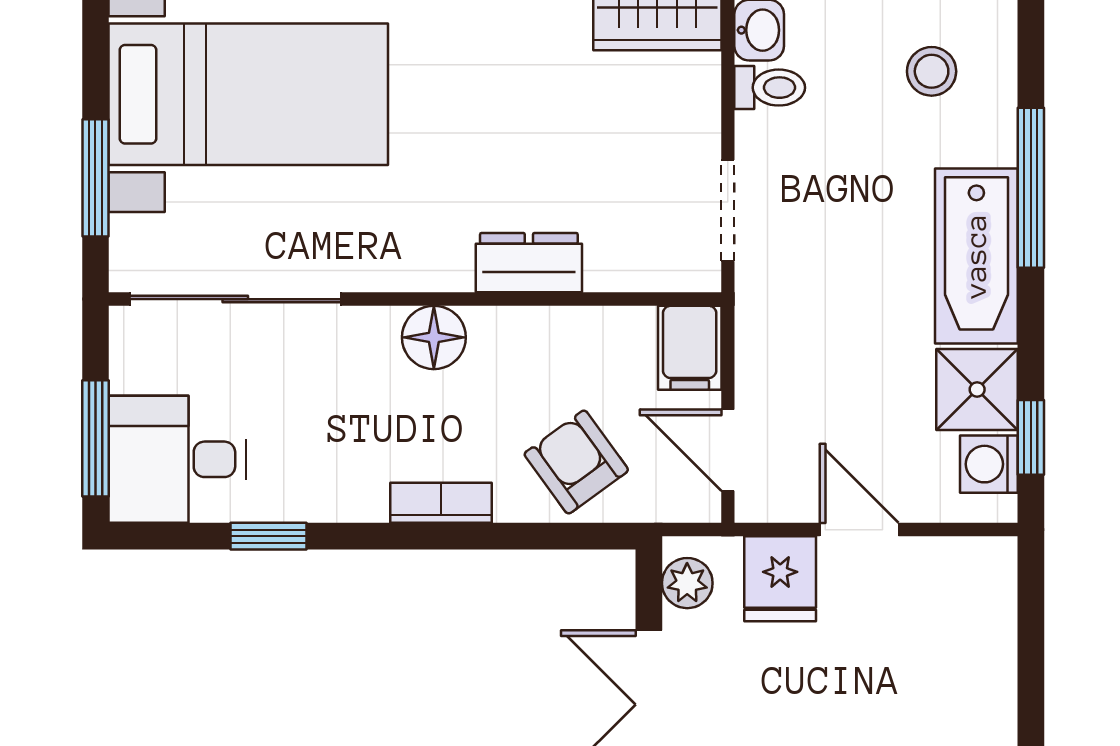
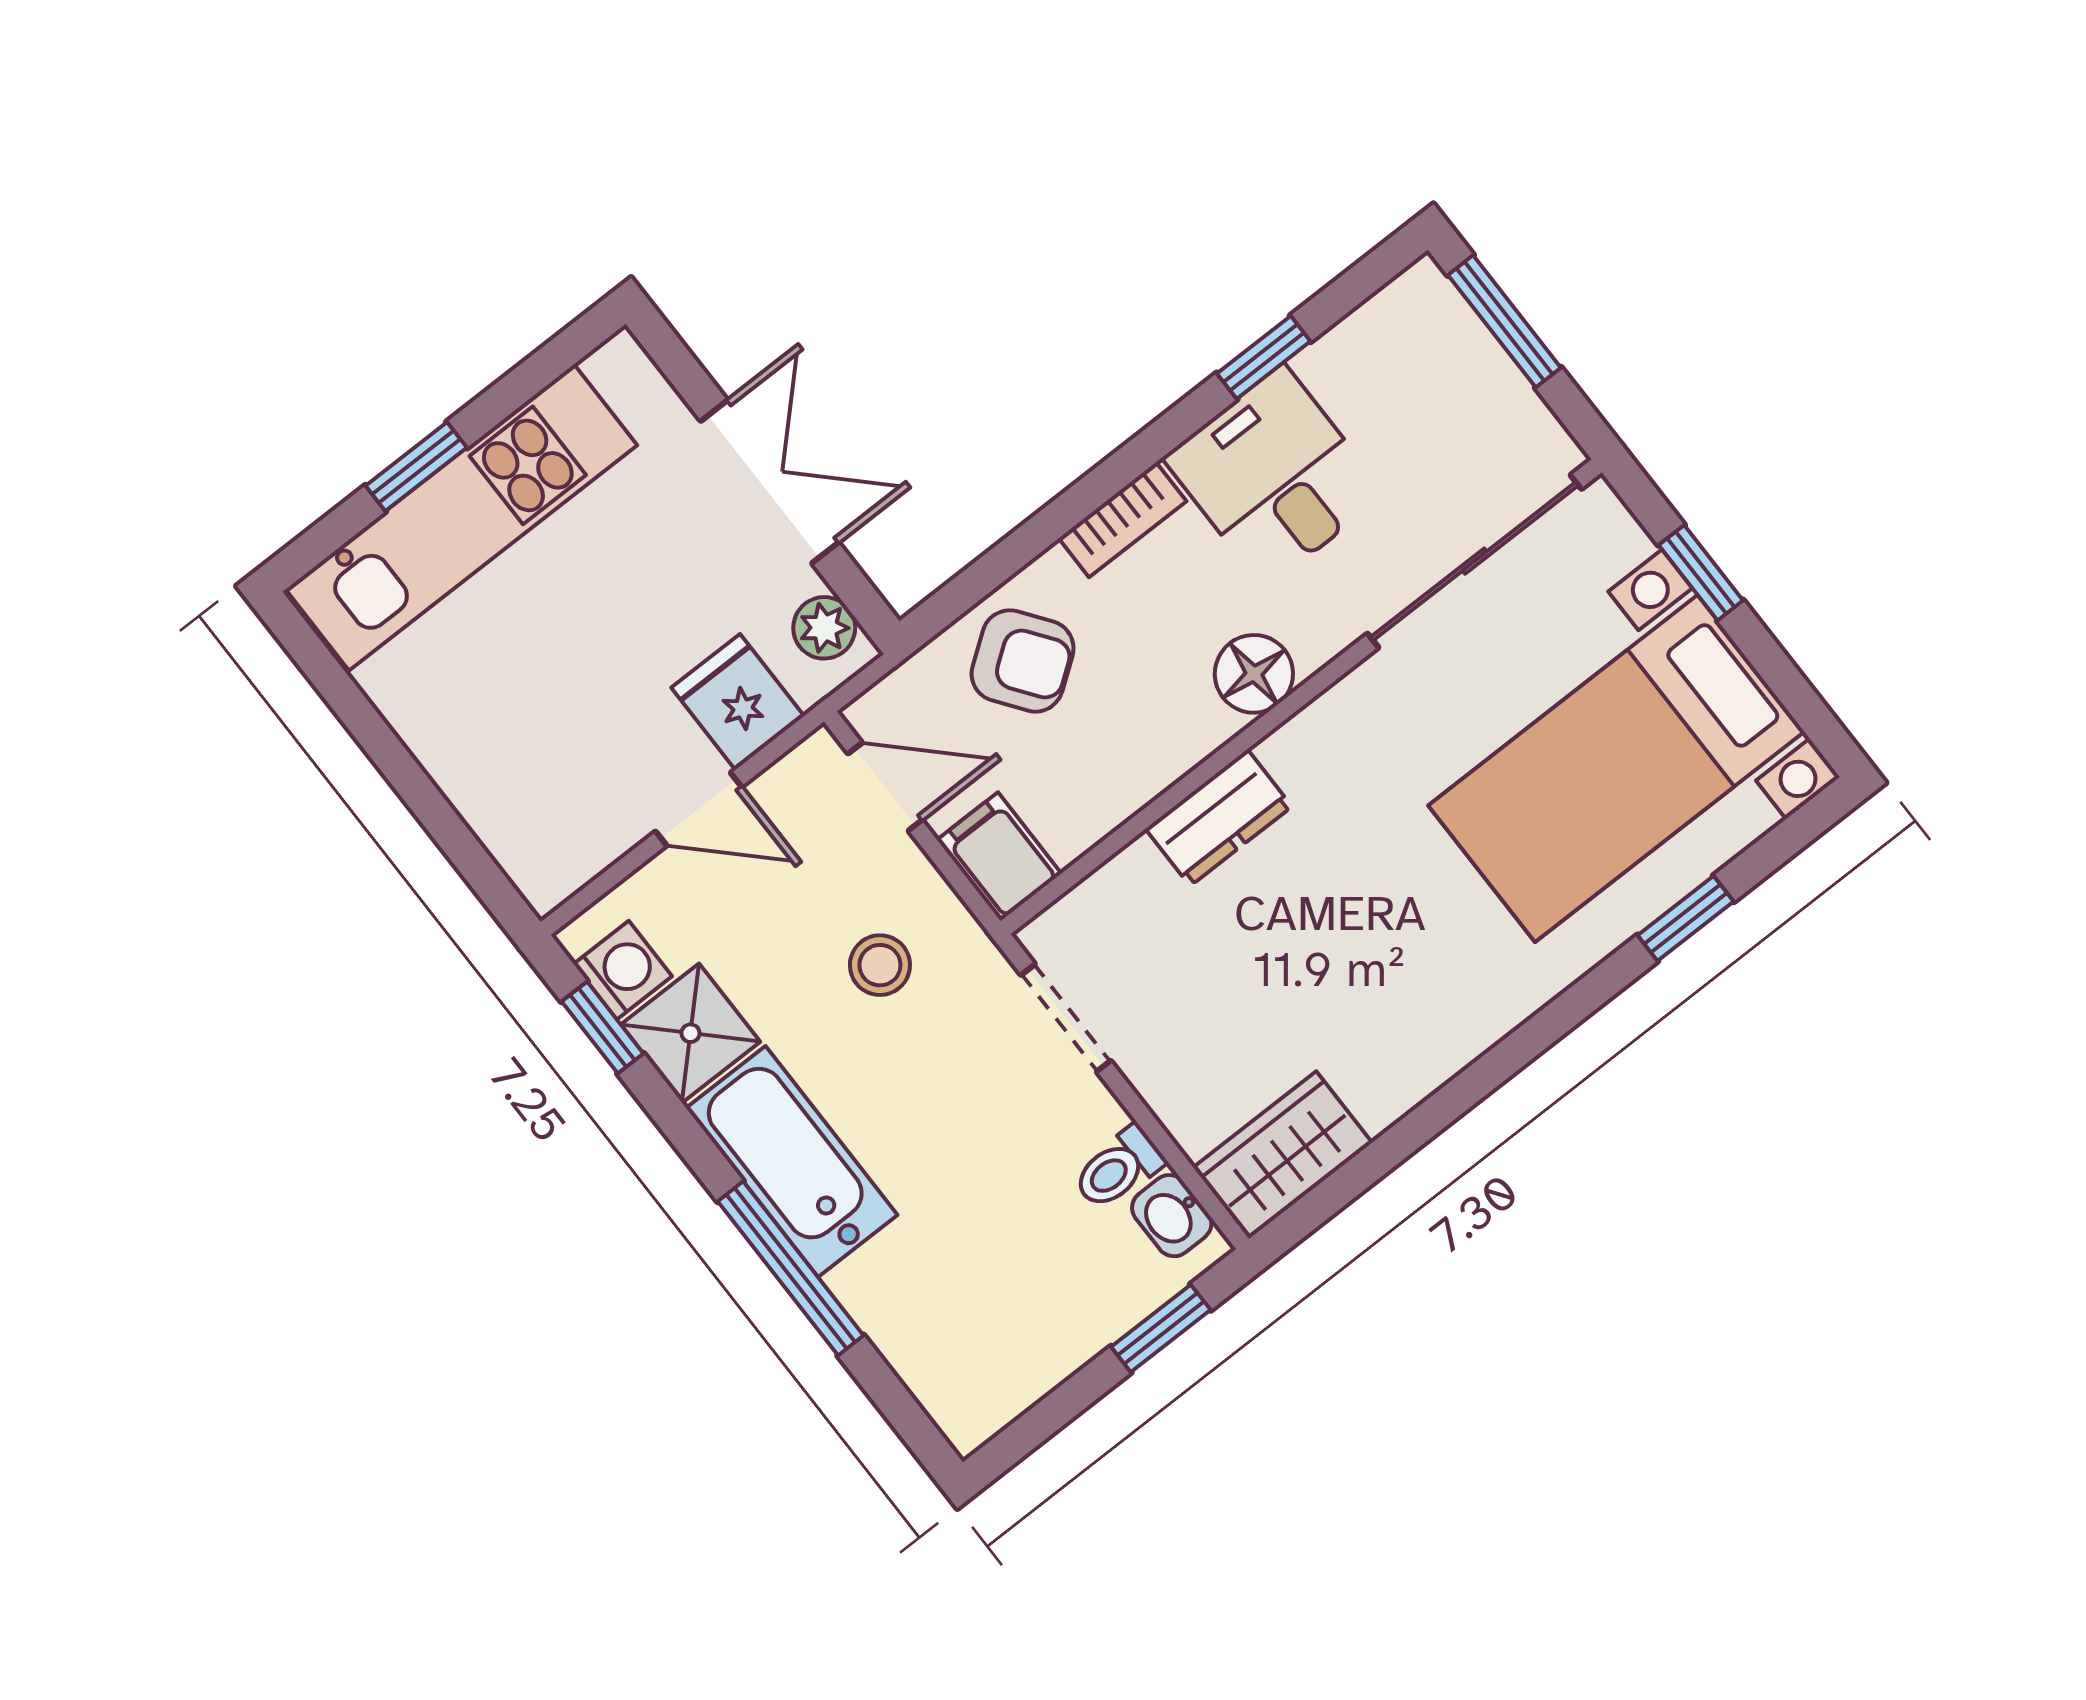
stool: (932, 71) -> (880, 965), moved
window: (95, 178) -> (1701, 573), width x0.67
desk: (177, 459) -> (1274, 476), moved, turned -90

